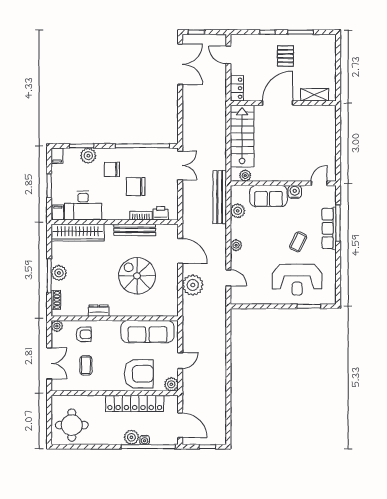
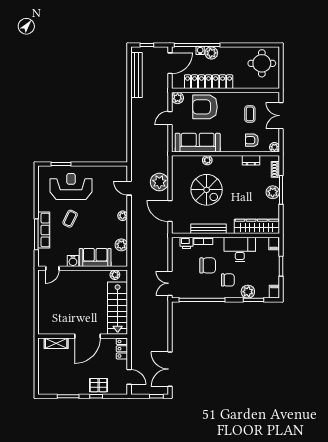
pallet: (285, 56) -> (99, 385), moved, turned 90
bench: (220, 197) -> (136, 75), moved
desk: (83, 206) -> (240, 249), moved
dresser: (99, 311) -> (251, 160), moved
plant: (136, 311) -> (207, 160), added
door: (180, 425) -> (170, 63), swing flipped

